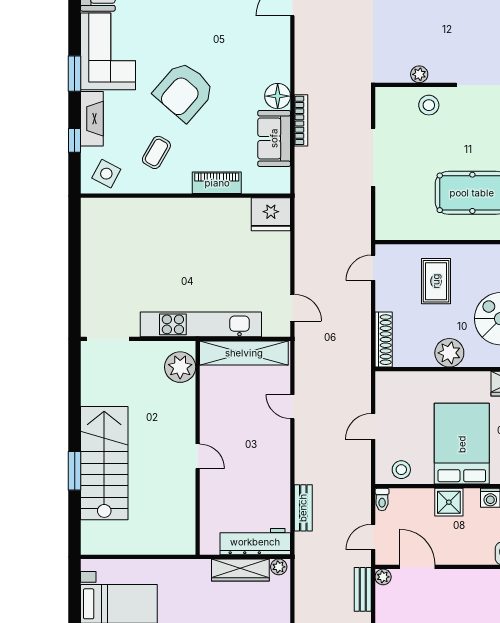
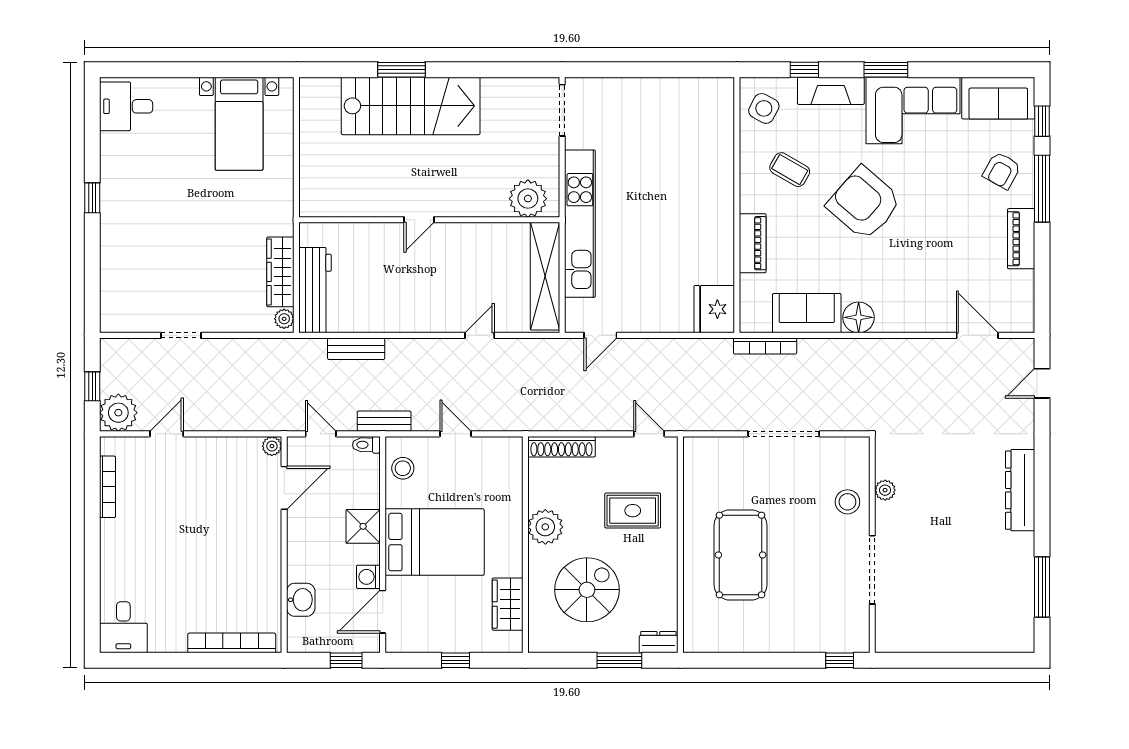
bookcase: (301, 120) -> (765, 346), moved
bench: (363, 589) -> (384, 421), moved

